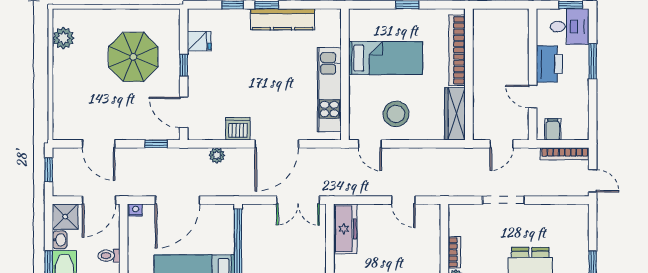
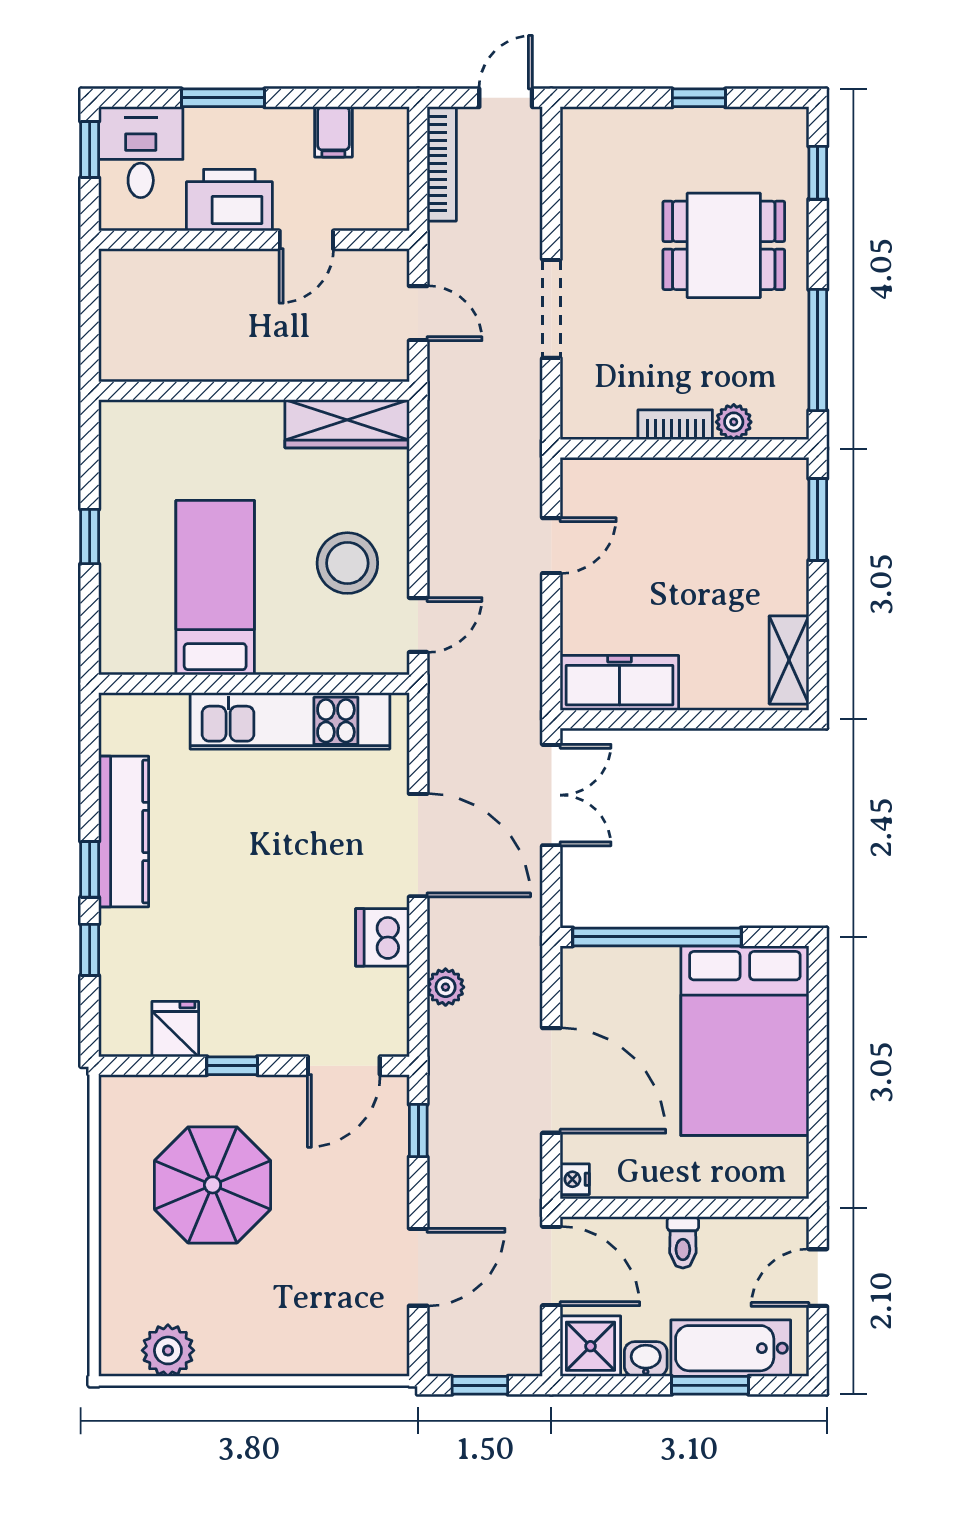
bookcase: (457, 50) -> (197, 419), removed
filing cabinet: (553, 129) -> (333, 132), moved, turned -90

